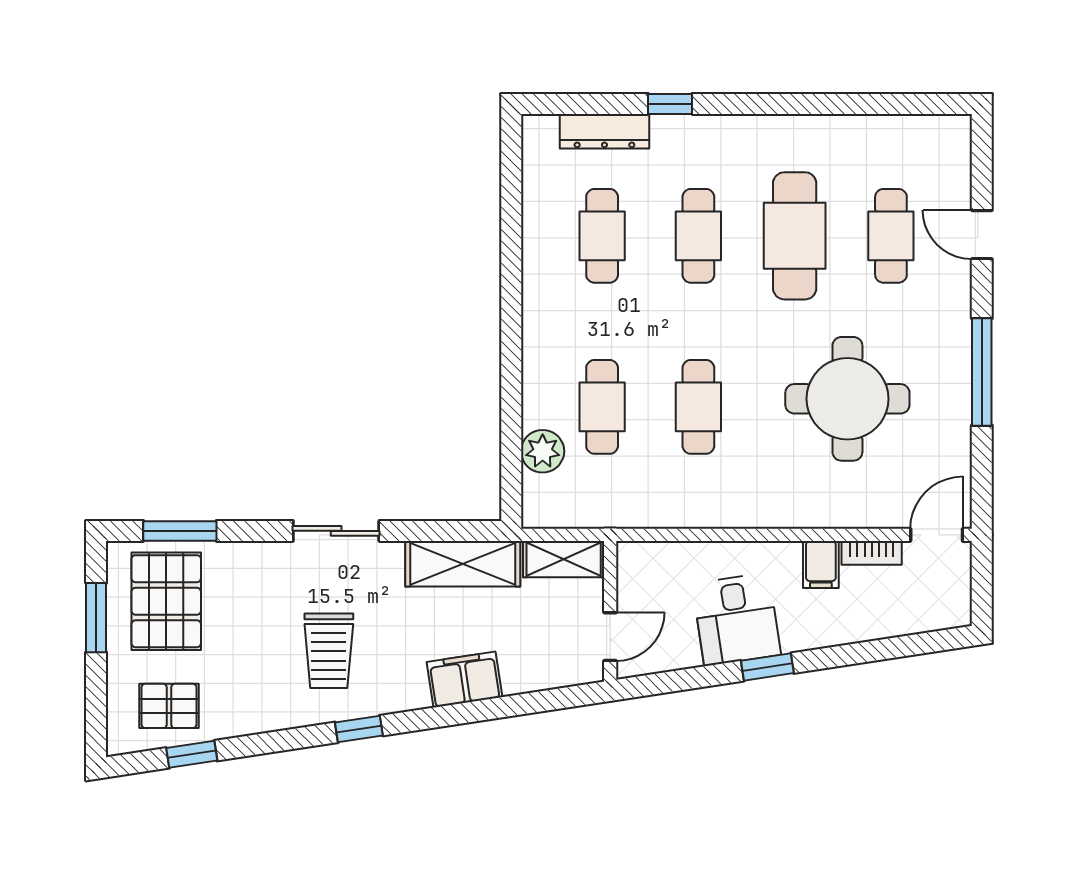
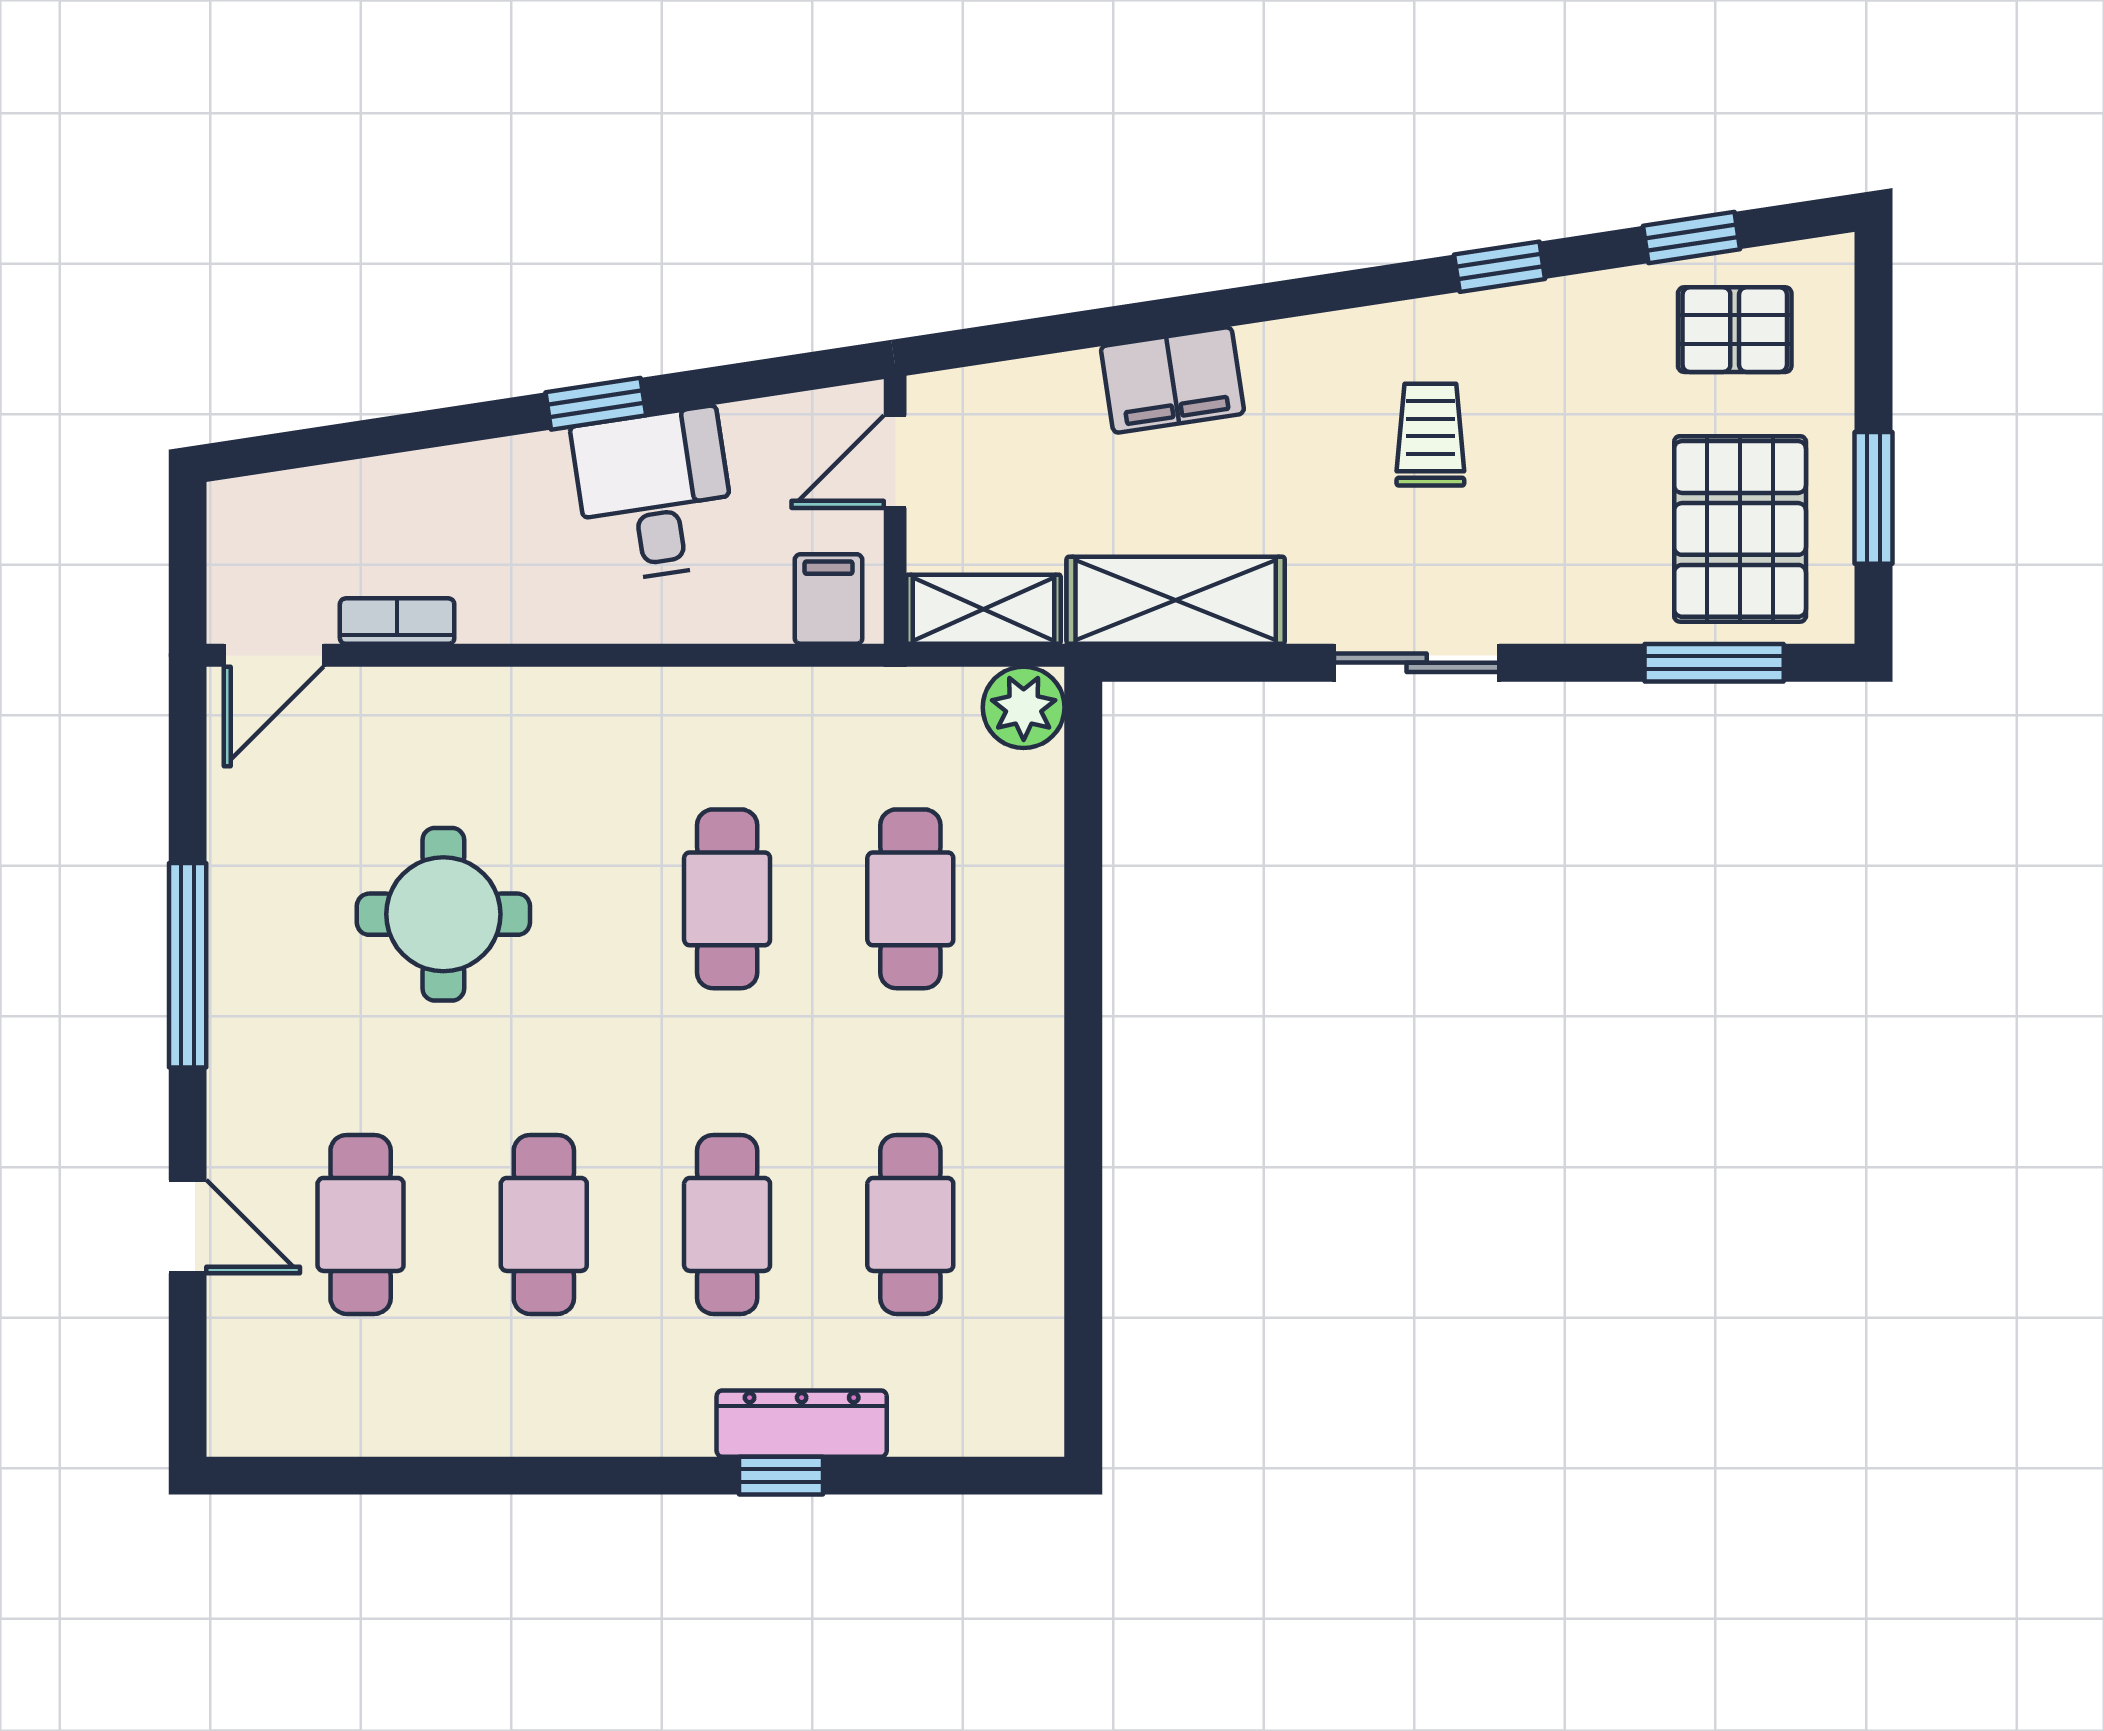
dresser: (604, 131) -> (802, 1424), moved
cafe table: (795, 236) -> (544, 1224), width x0.73, depth x0.74
round table: (847, 399) -> (443, 914), width x0.73, depth x0.73
plant: (543, 451) -> (1024, 707), moved
filing cabinet: (821, 564) -> (829, 599), moved
trolley: (329, 651) -> (1430, 435), width x0.73, depth x0.72
window: (359, 729) -> (1500, 267), moved

